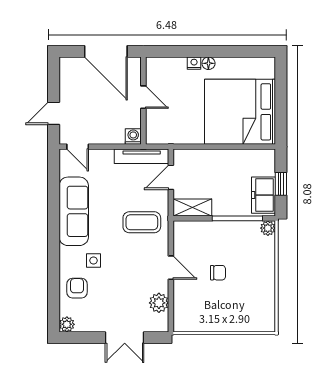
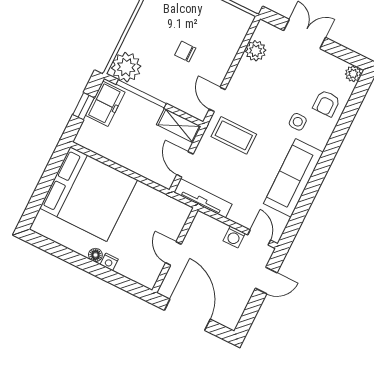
washing machine: (133, 137) -> (234, 237), moved
door: (171, 177) -> (185, 164), swing flipped
plant: (268, 228) -> (126, 67), width x1.88, depth x1.88
door: (171, 268) -> (217, 99), moved

